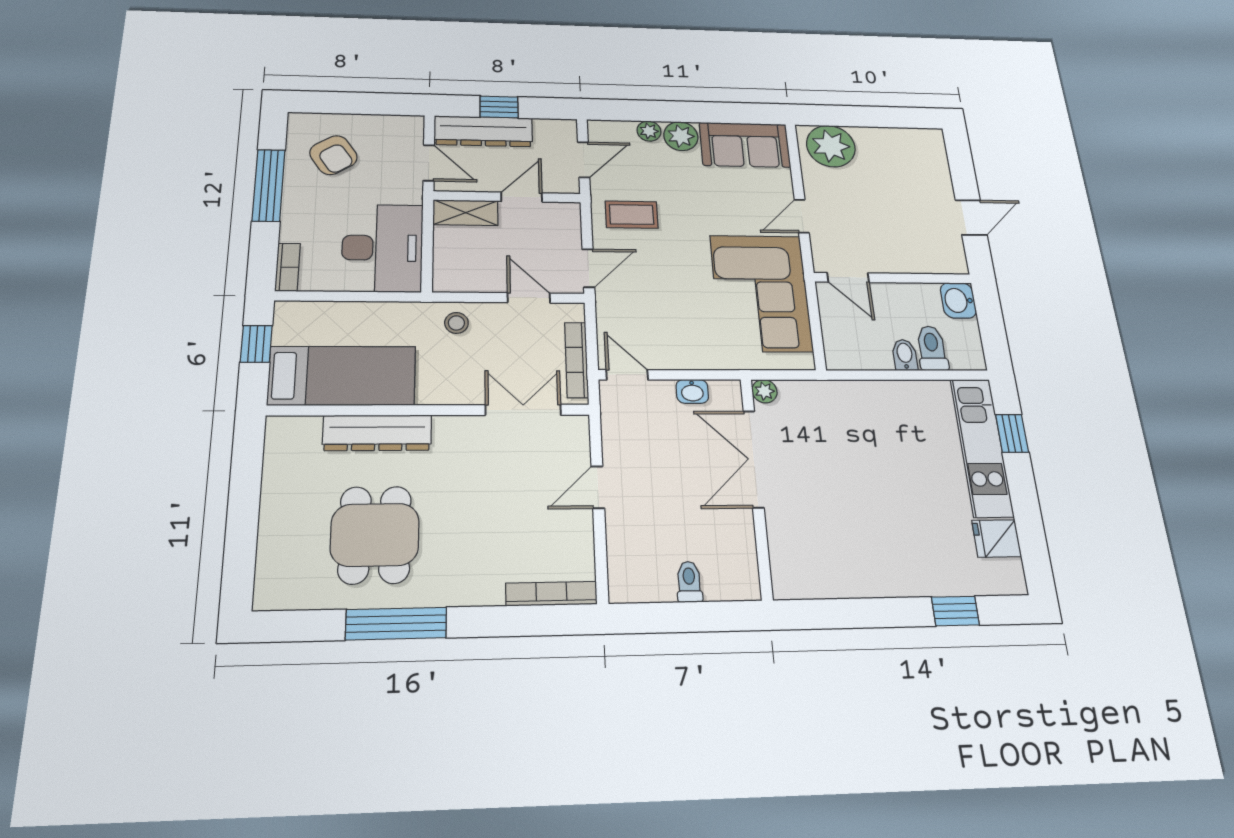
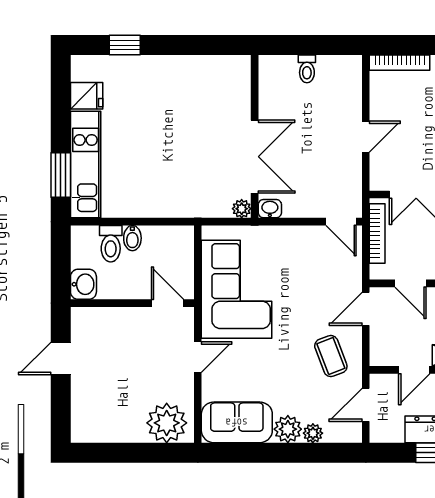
coffee table: (632, 215) -> (331, 356), turned 69
washbasin: (692, 391) -> (270, 209), moved
window: (1012, 433) -> (61, 175), width x1.50

